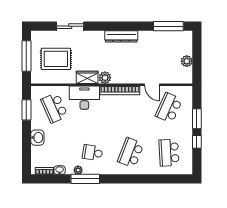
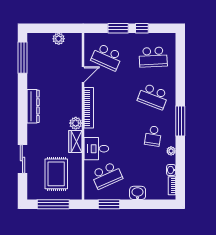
desk: (84, 98) -> (96, 149), width x0.73
window: (85, 179) -> (180, 121), moved

